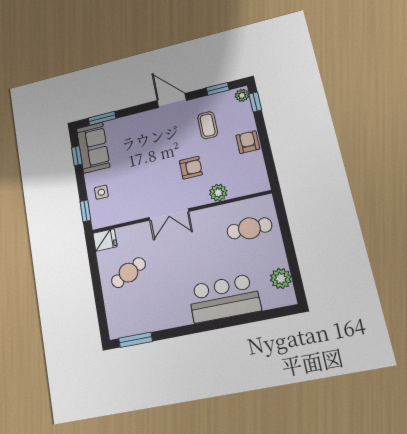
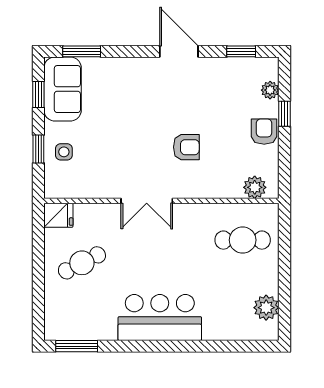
plant: (242, 95) -> (270, 90), moved
window: (255, 102) -> (285, 114), moved
coffee table: (208, 125) -> (219, 97), removed
plant: (218, 193) -> (255, 187), moved
window: (85, 211) -> (38, 149), moved
bar counter: (224, 298) -> (160, 317), moved

